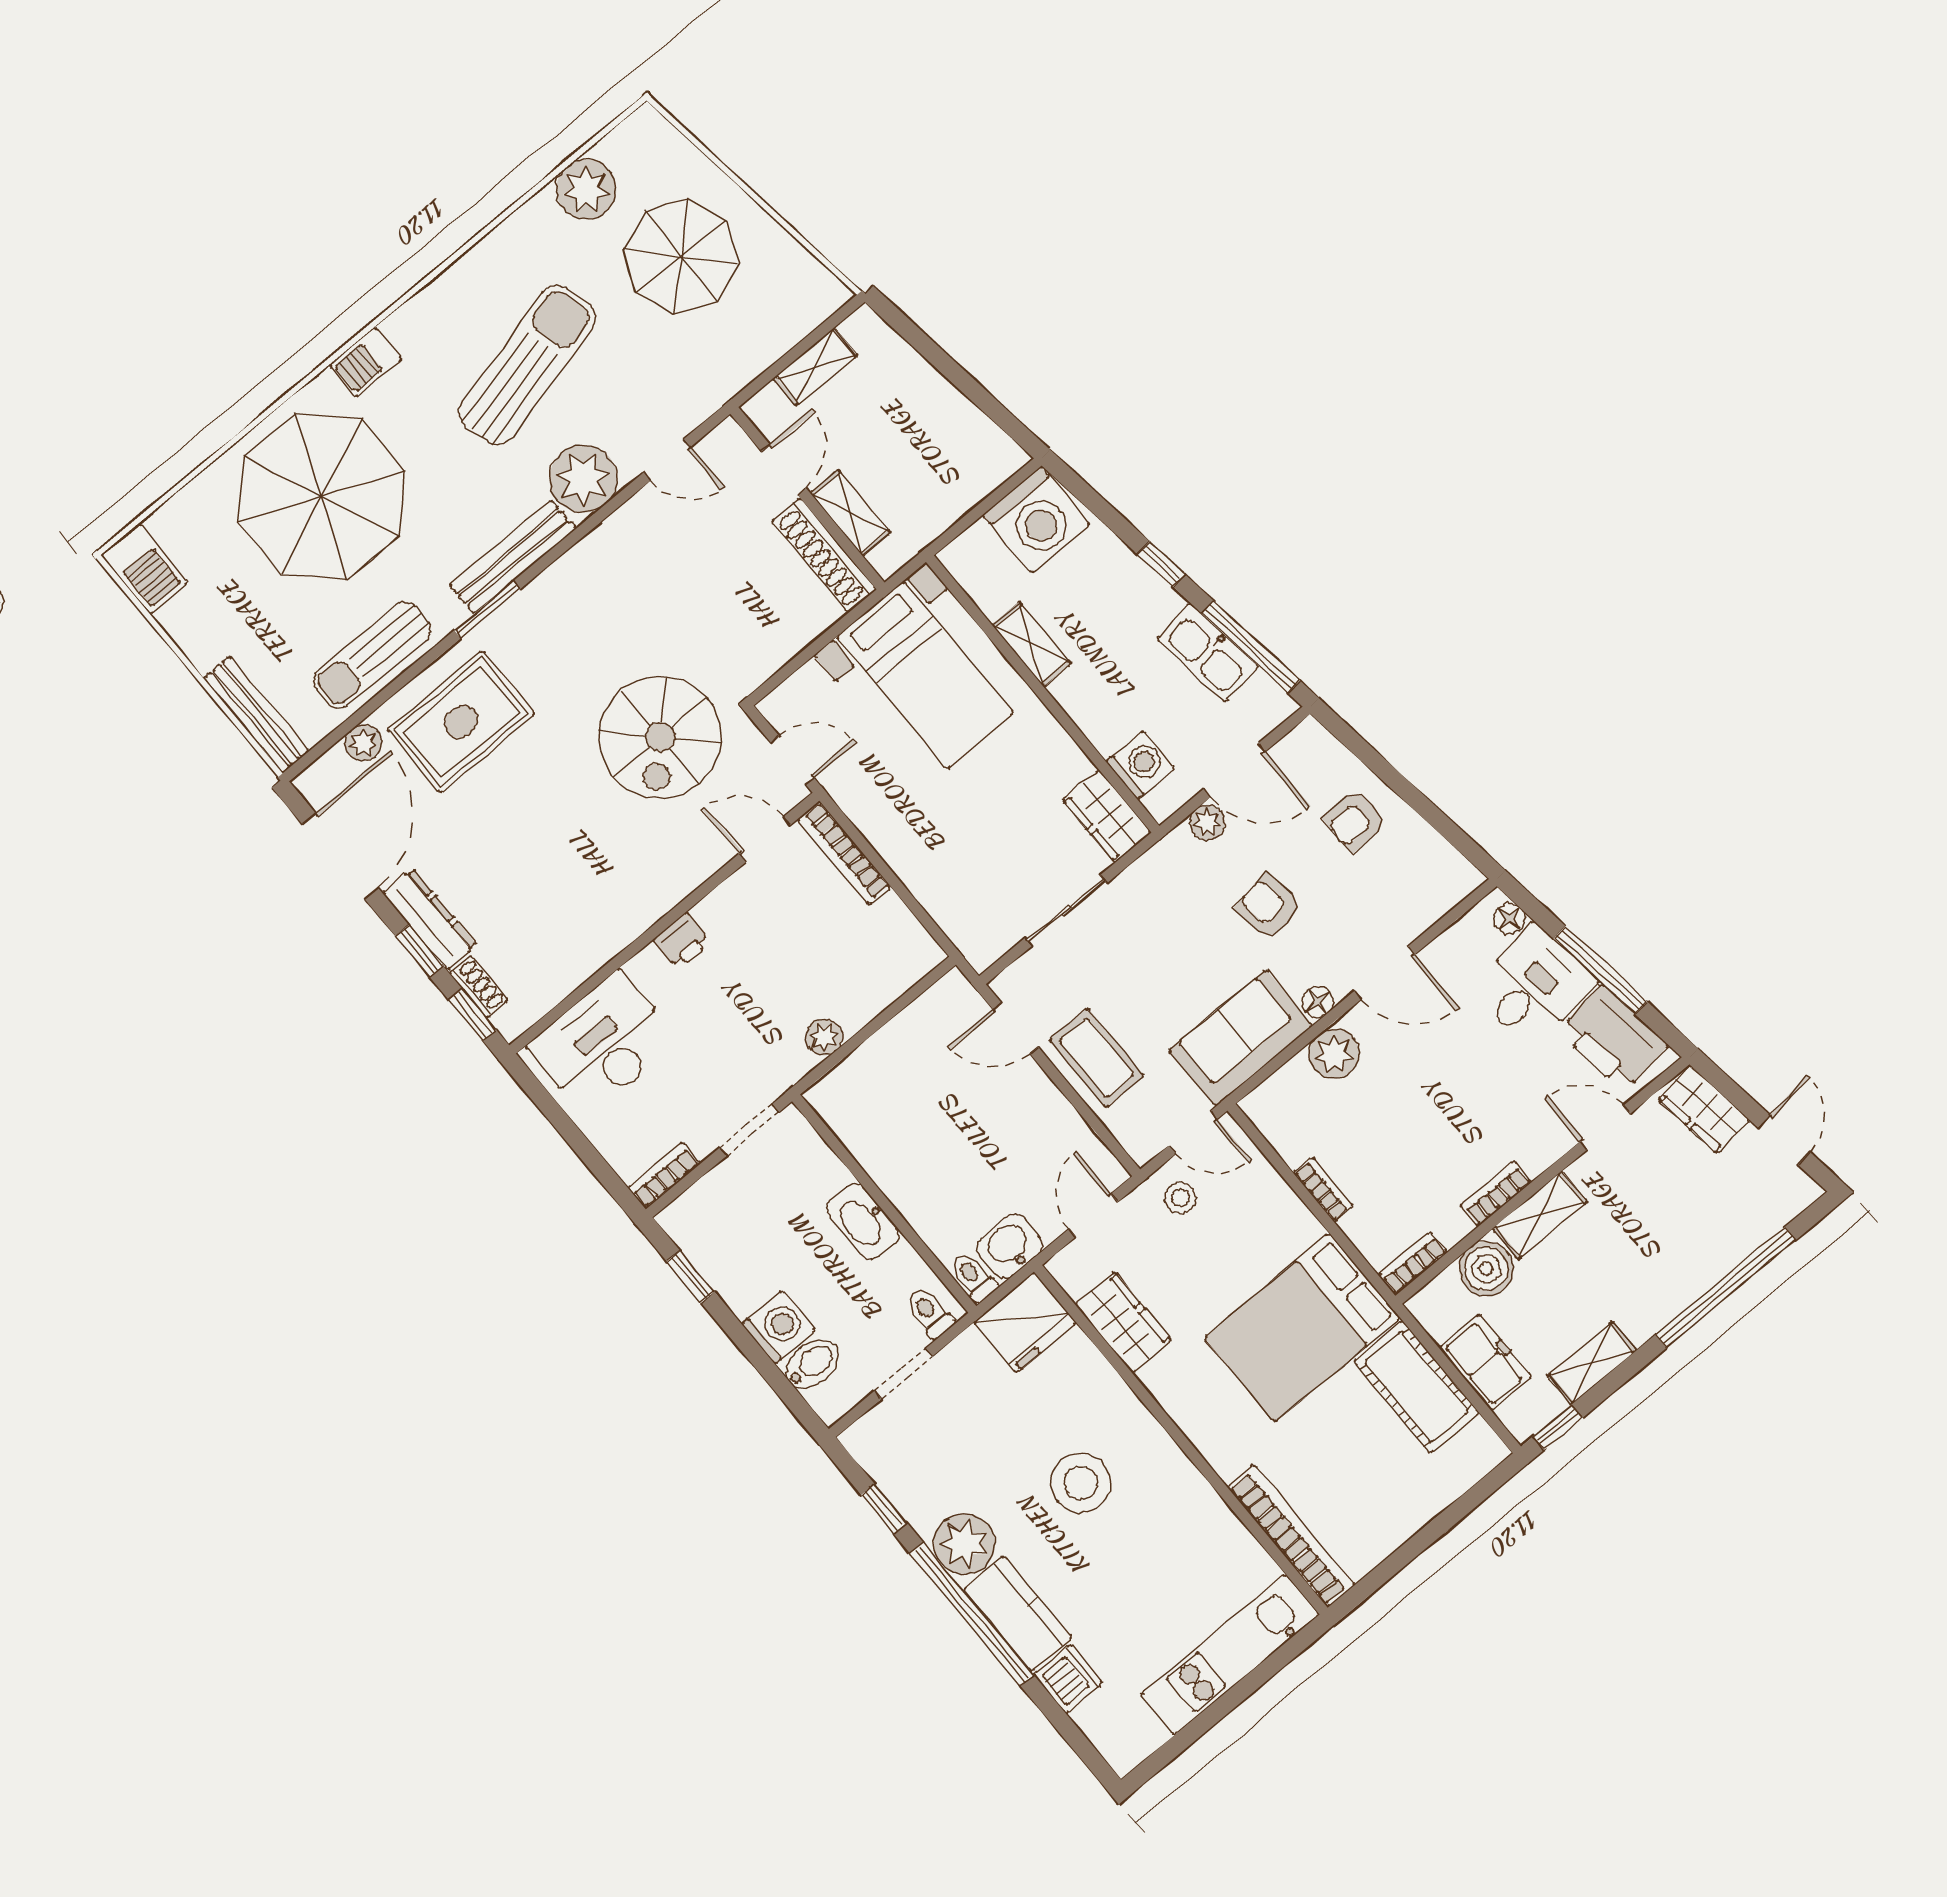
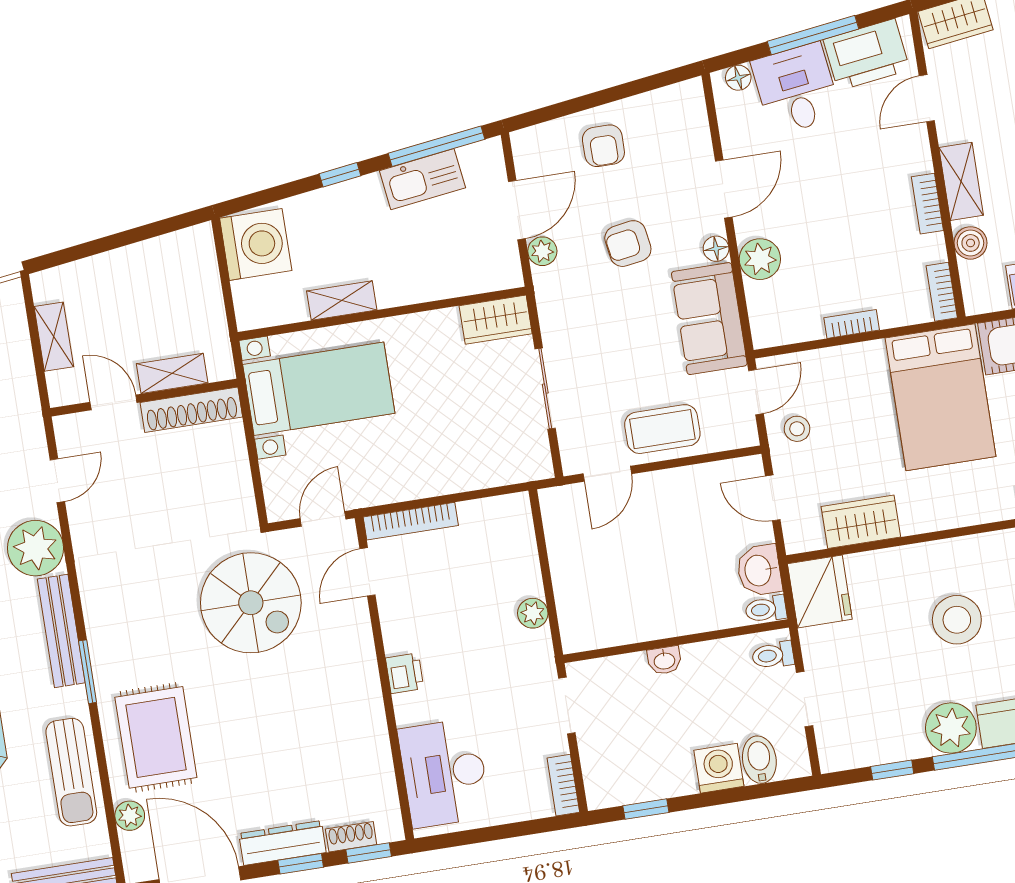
washing machine: (1140, 765) -> (473, 274), removed
washbasin: (863, 1222) -> (664, 660), width x0.52, depth x0.69
boiler: (1486, 1269) -> (971, 243), width x0.73, depth x0.73

